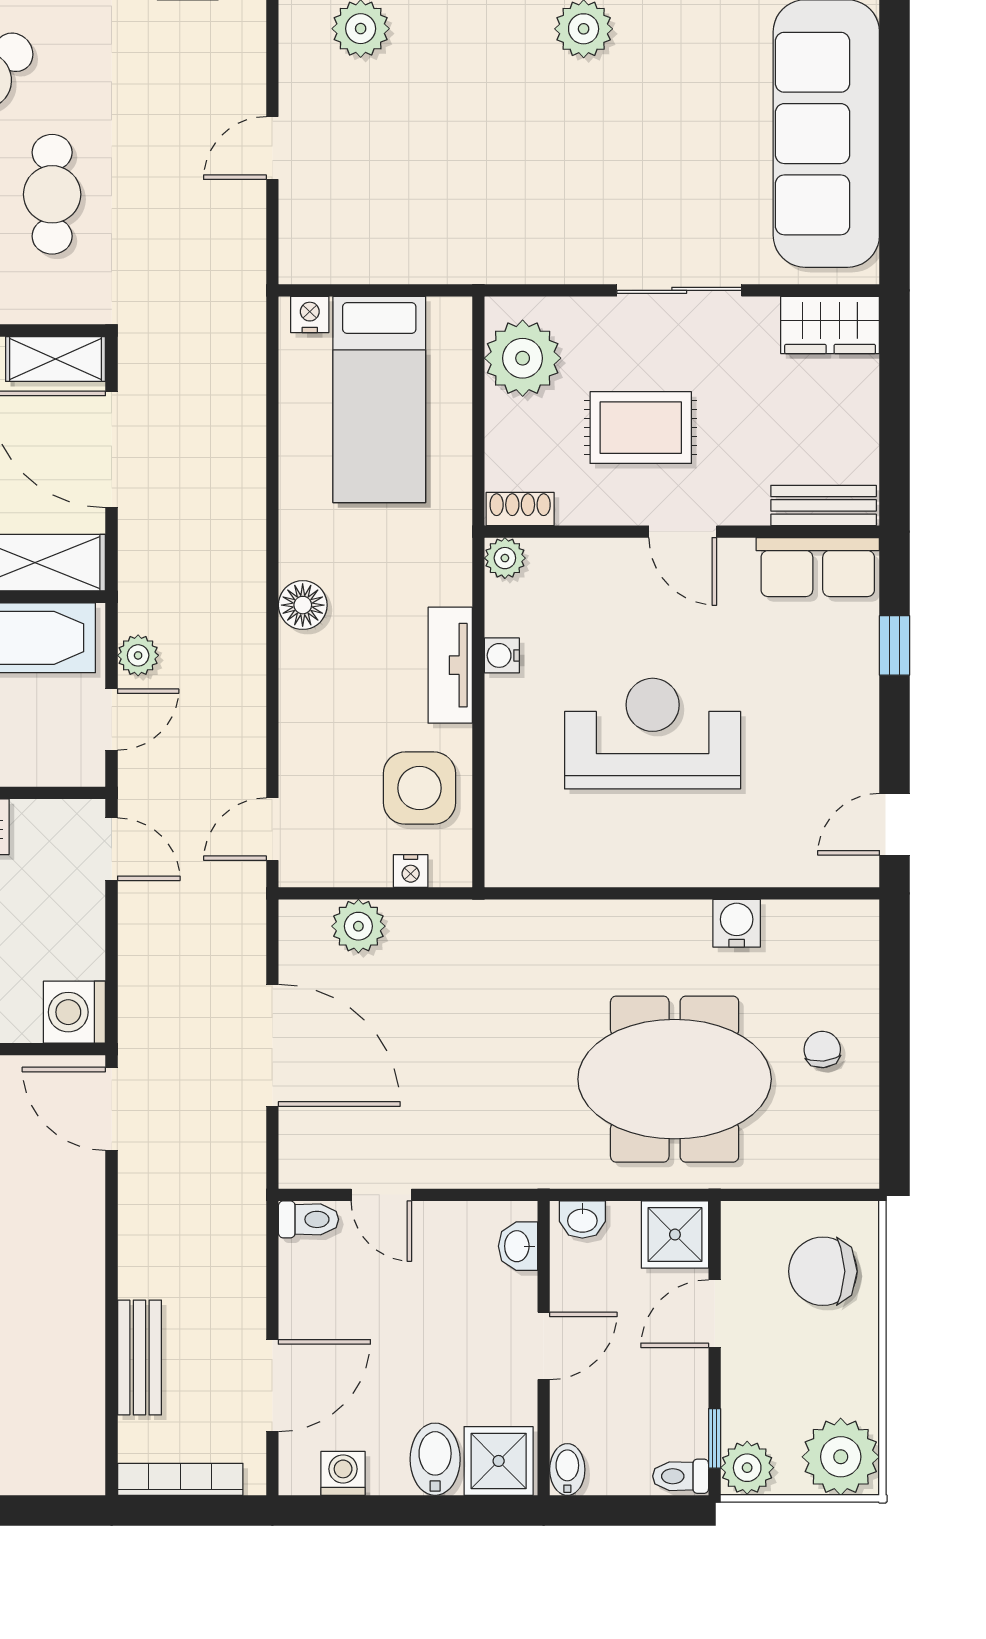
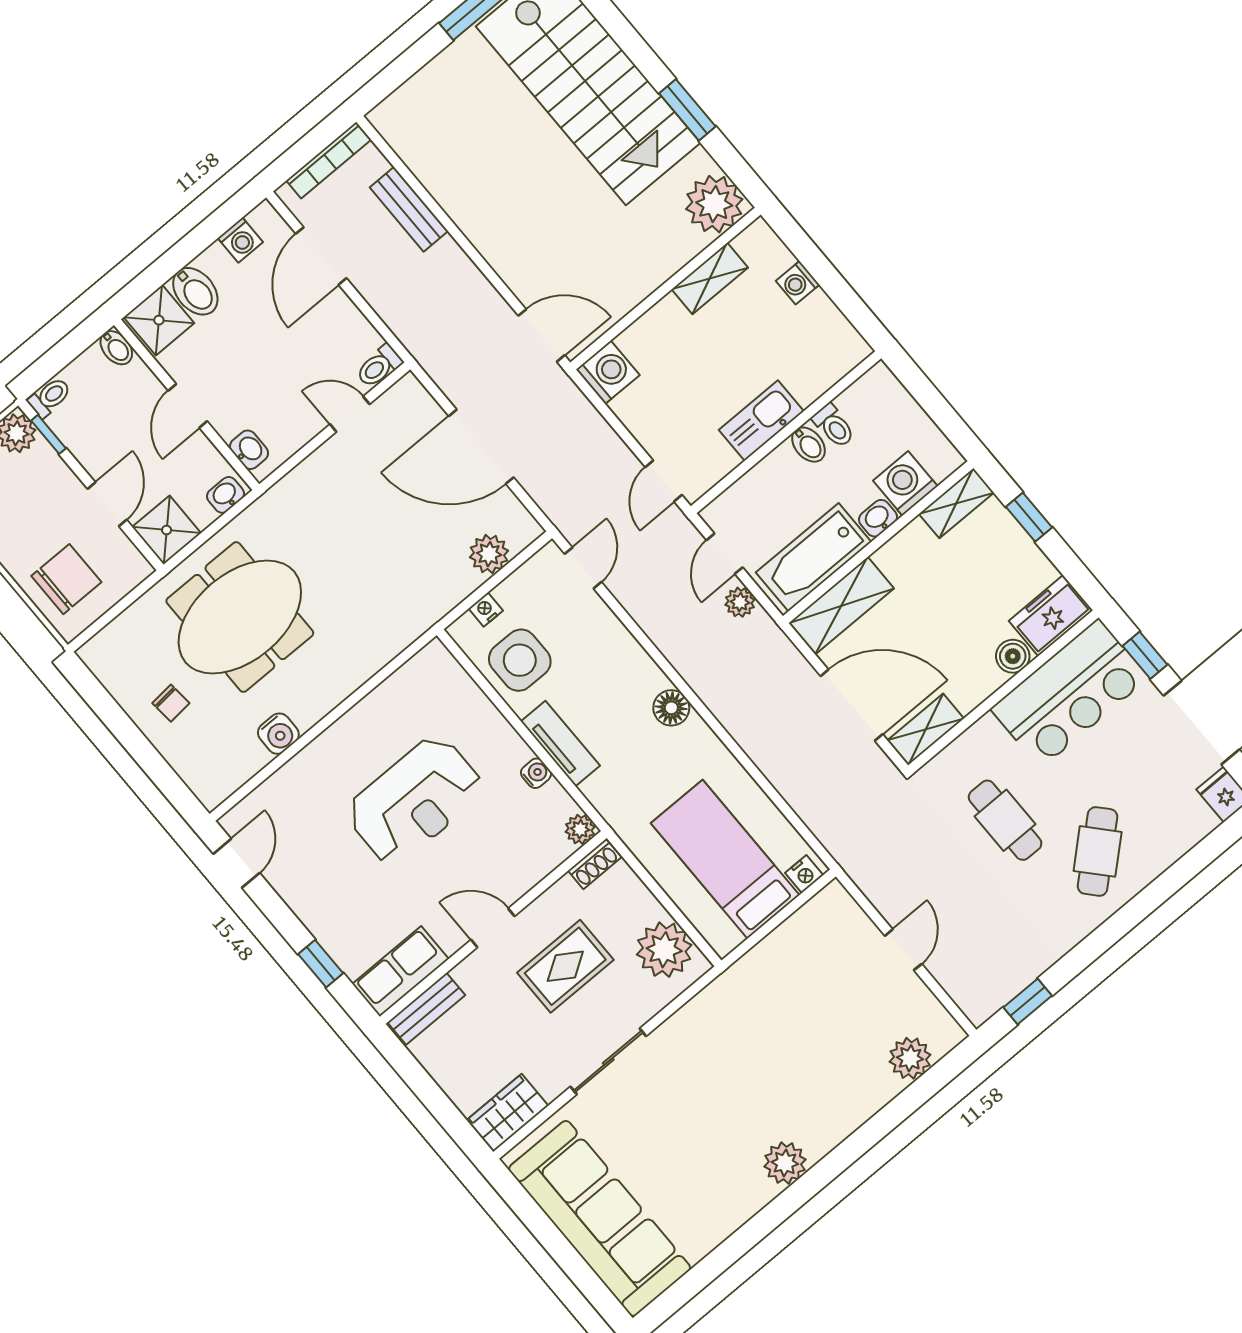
door: (112, 849) -> (664, 481), hinge flipped

